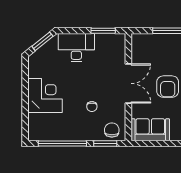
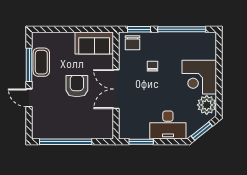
plant: (37, 68) -> (207, 105), added

